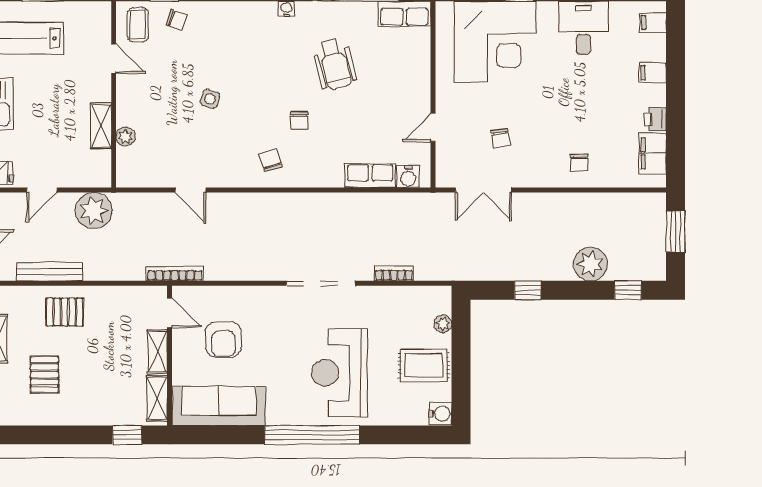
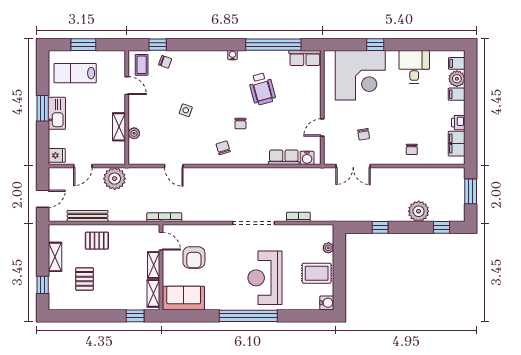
plant: (653, 47) -> (457, 79), added
sofa: (219, 406) -> (184, 298), width x0.73

